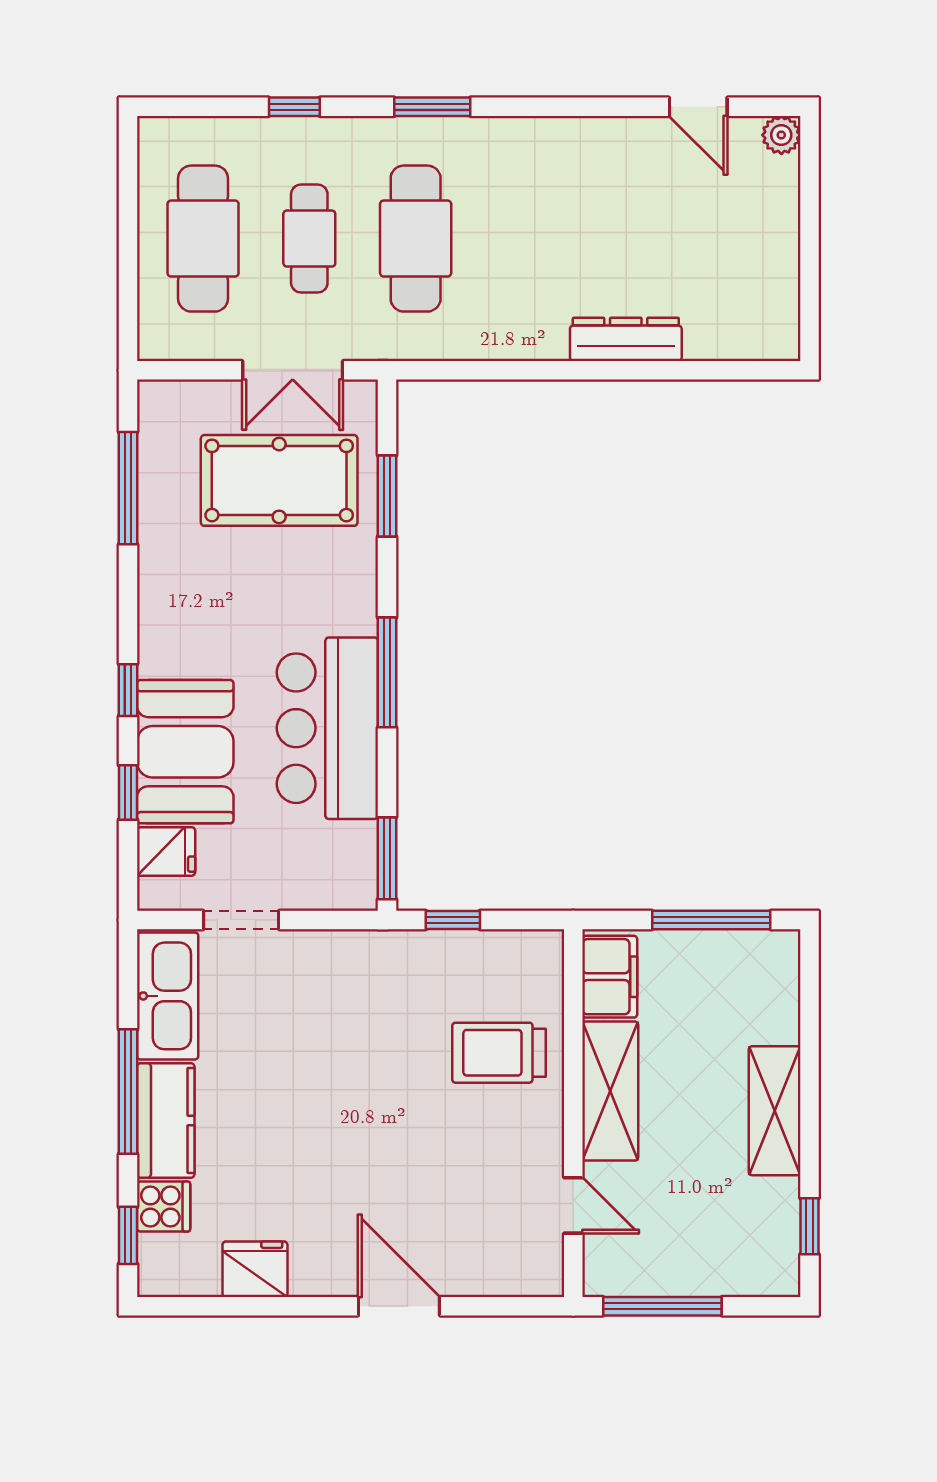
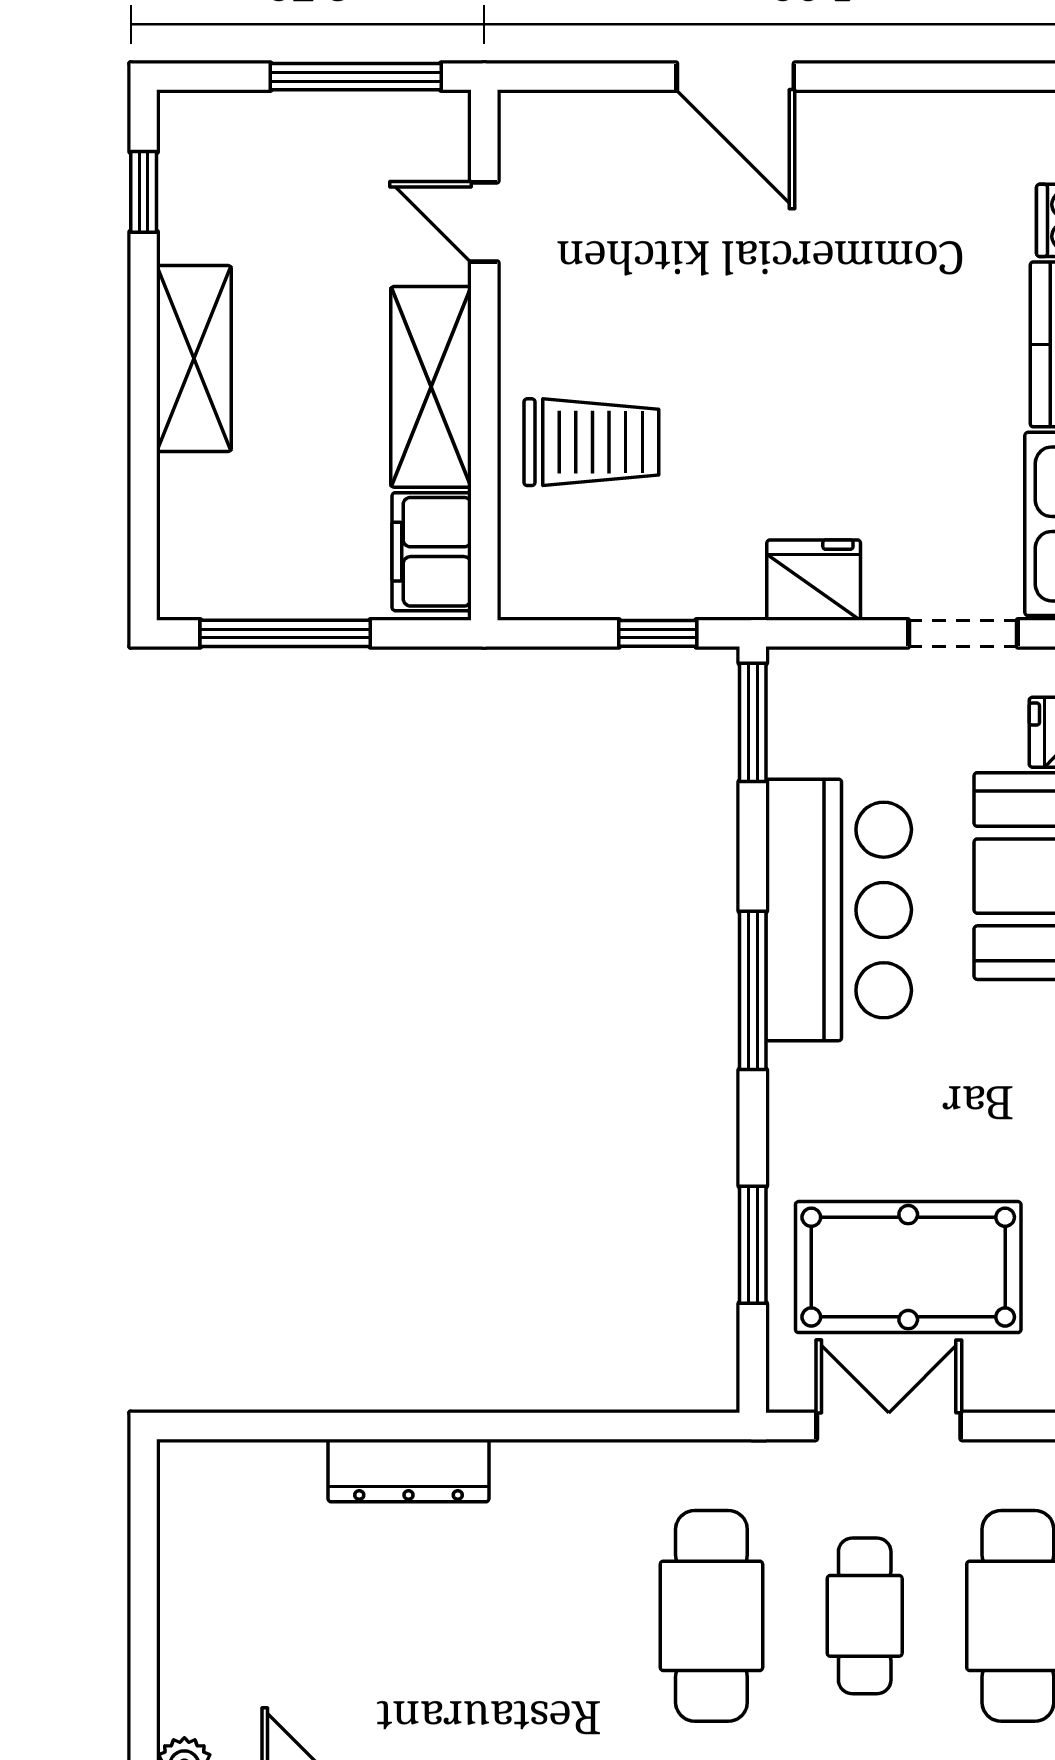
fridge: (255, 1269) -> (814, 580), moved, turned 180

